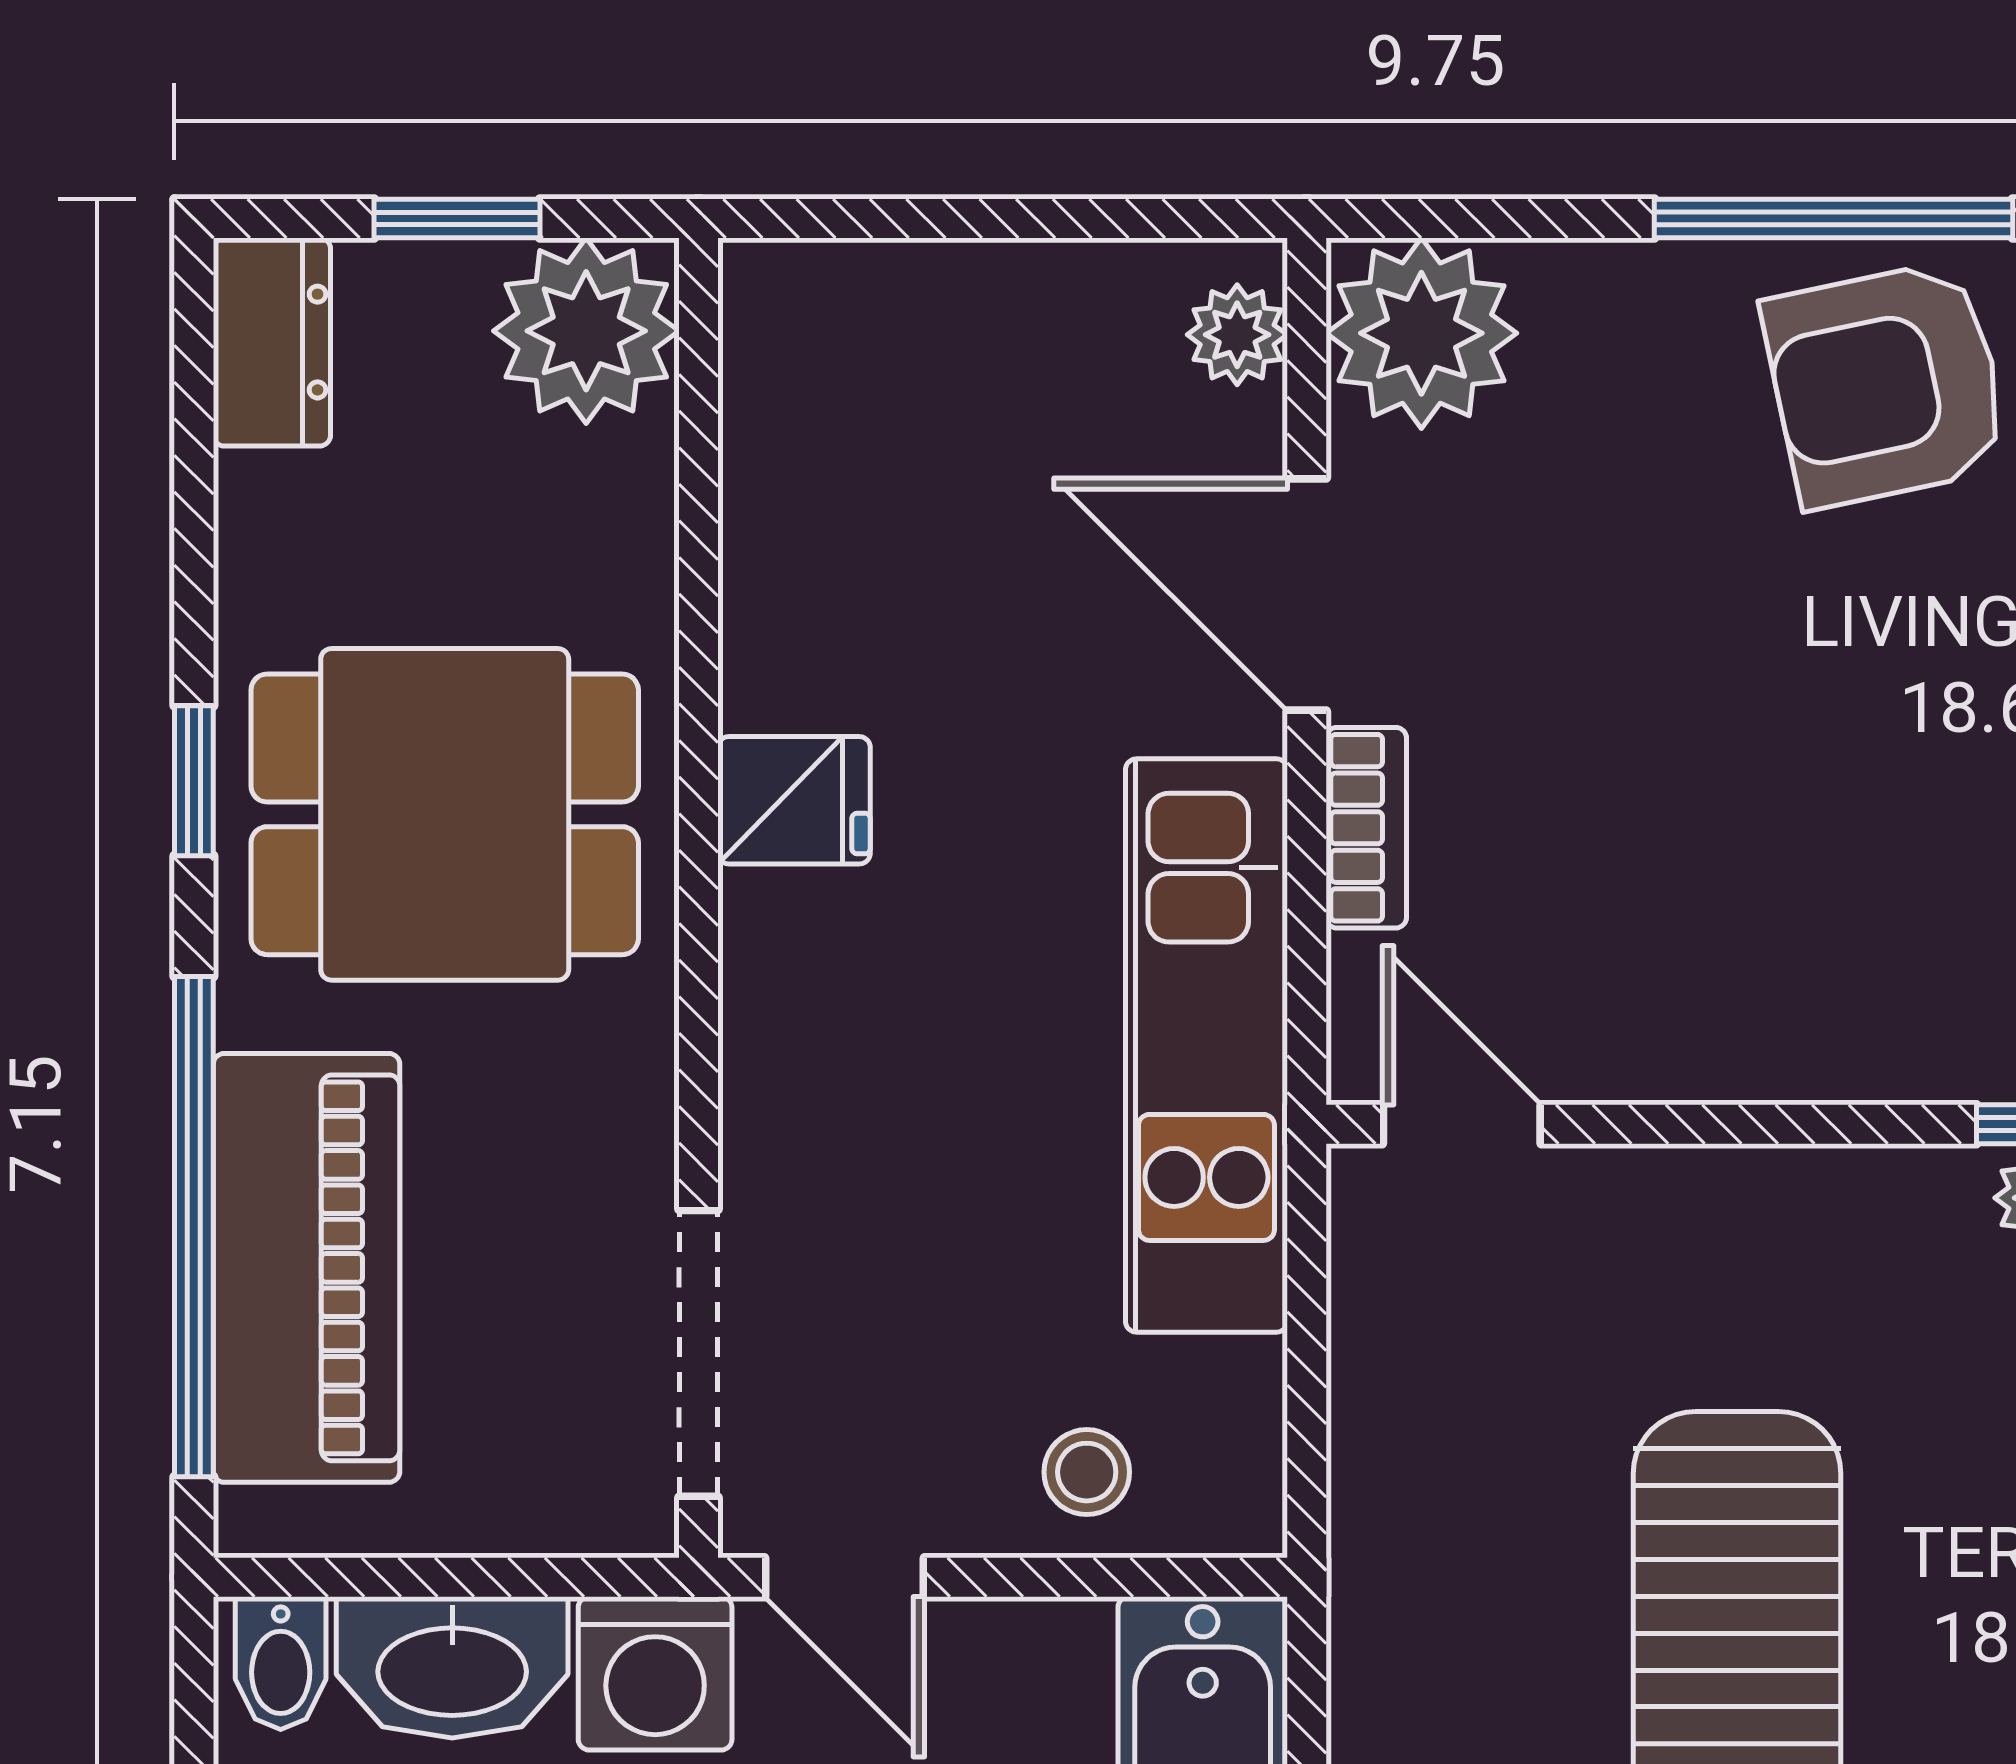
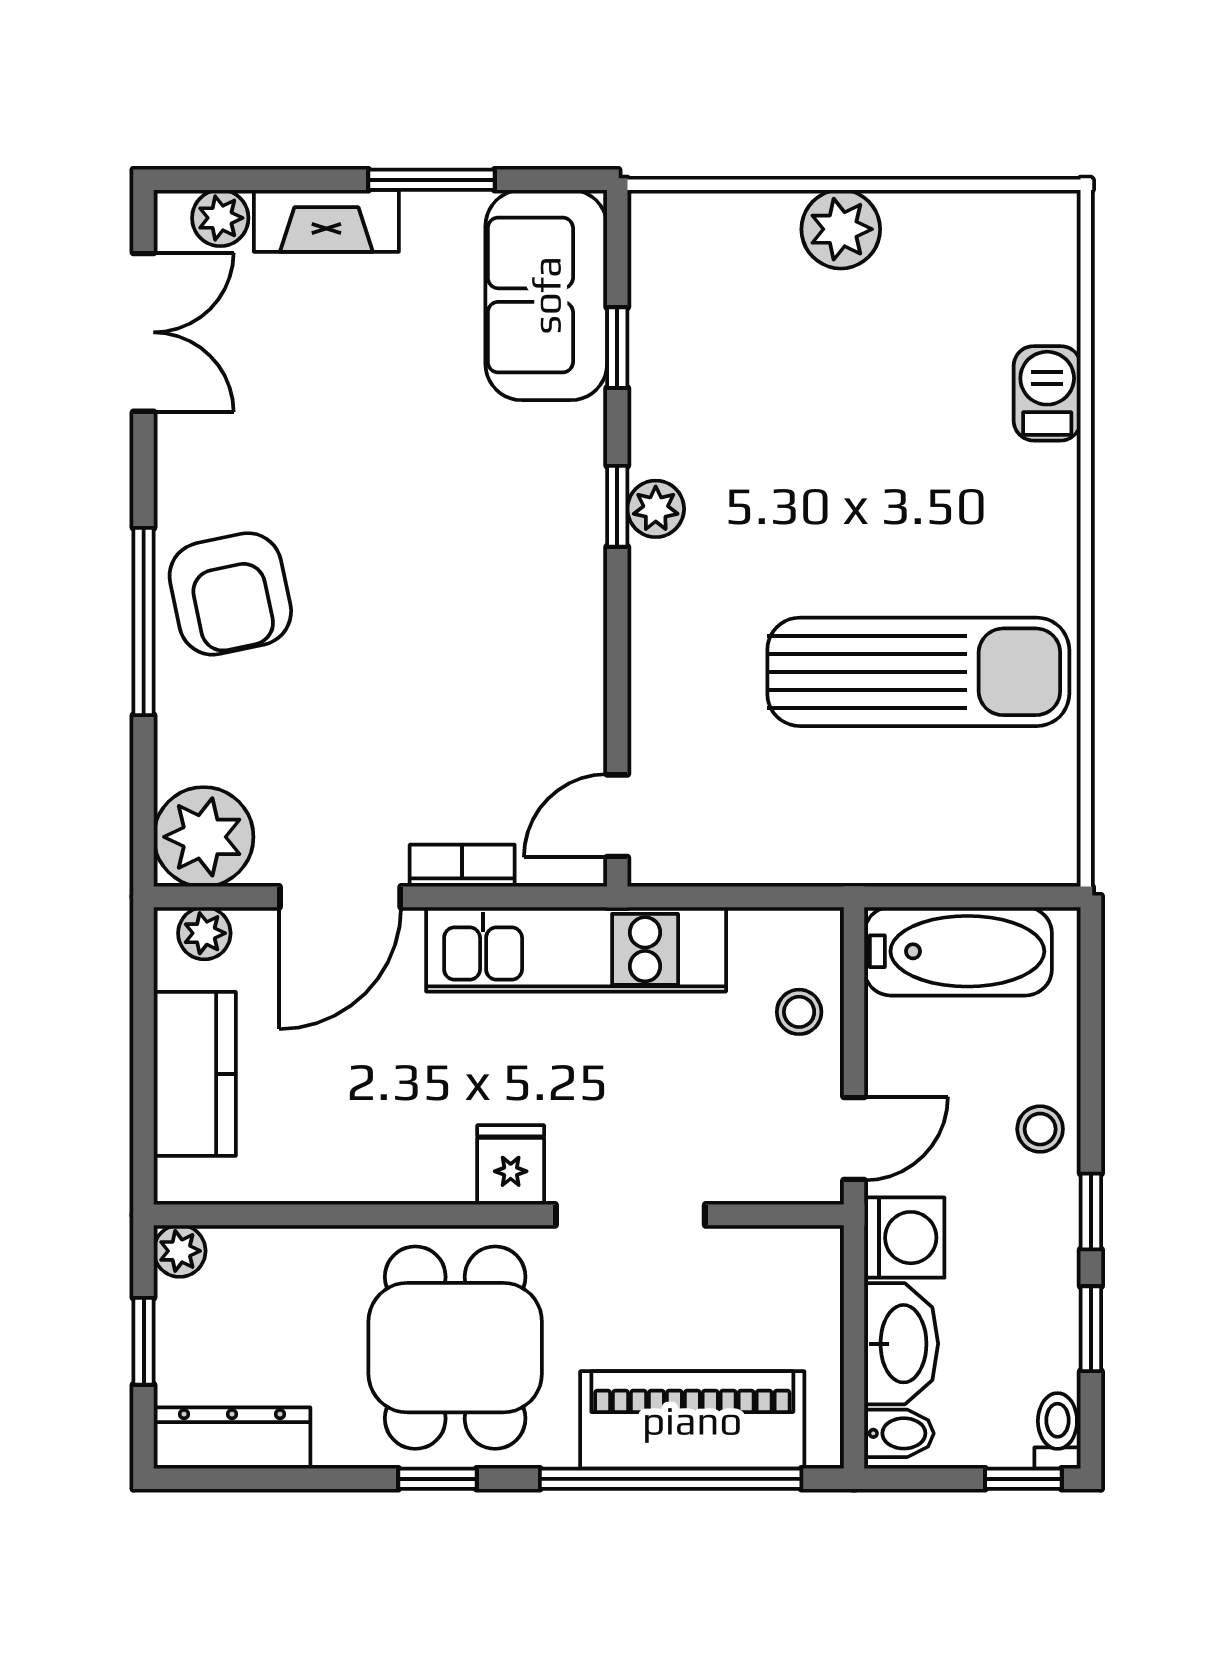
kitchen counter: (968, 316) -> (195, 1074), added
plant: (586, 331) -> (180, 1251), width x0.53, depth x0.53
dresser: (272, 342) -> (232, 1438), width x1.44
fridge: (794, 800) -> (511, 1165), moved
doorway: (699, 1353) -> (630, 1215), moved

